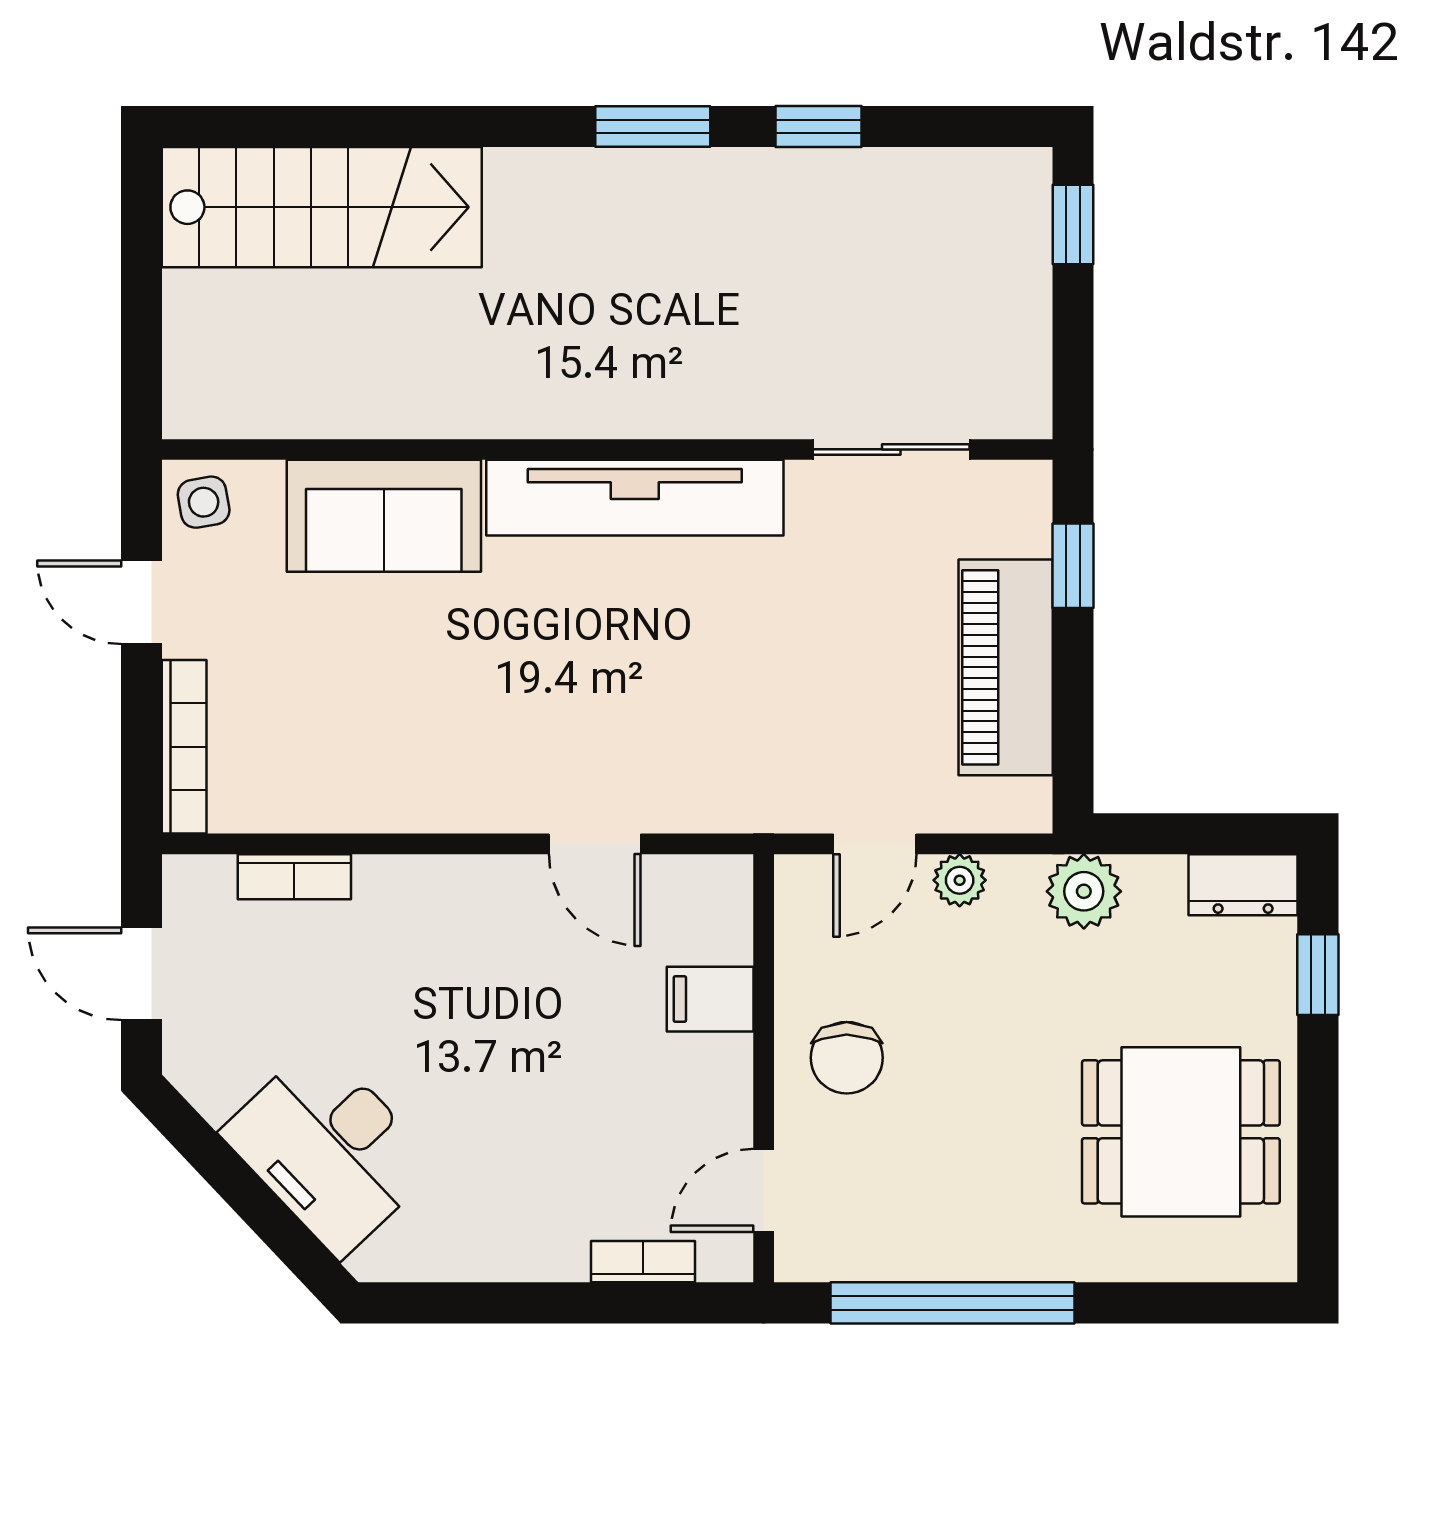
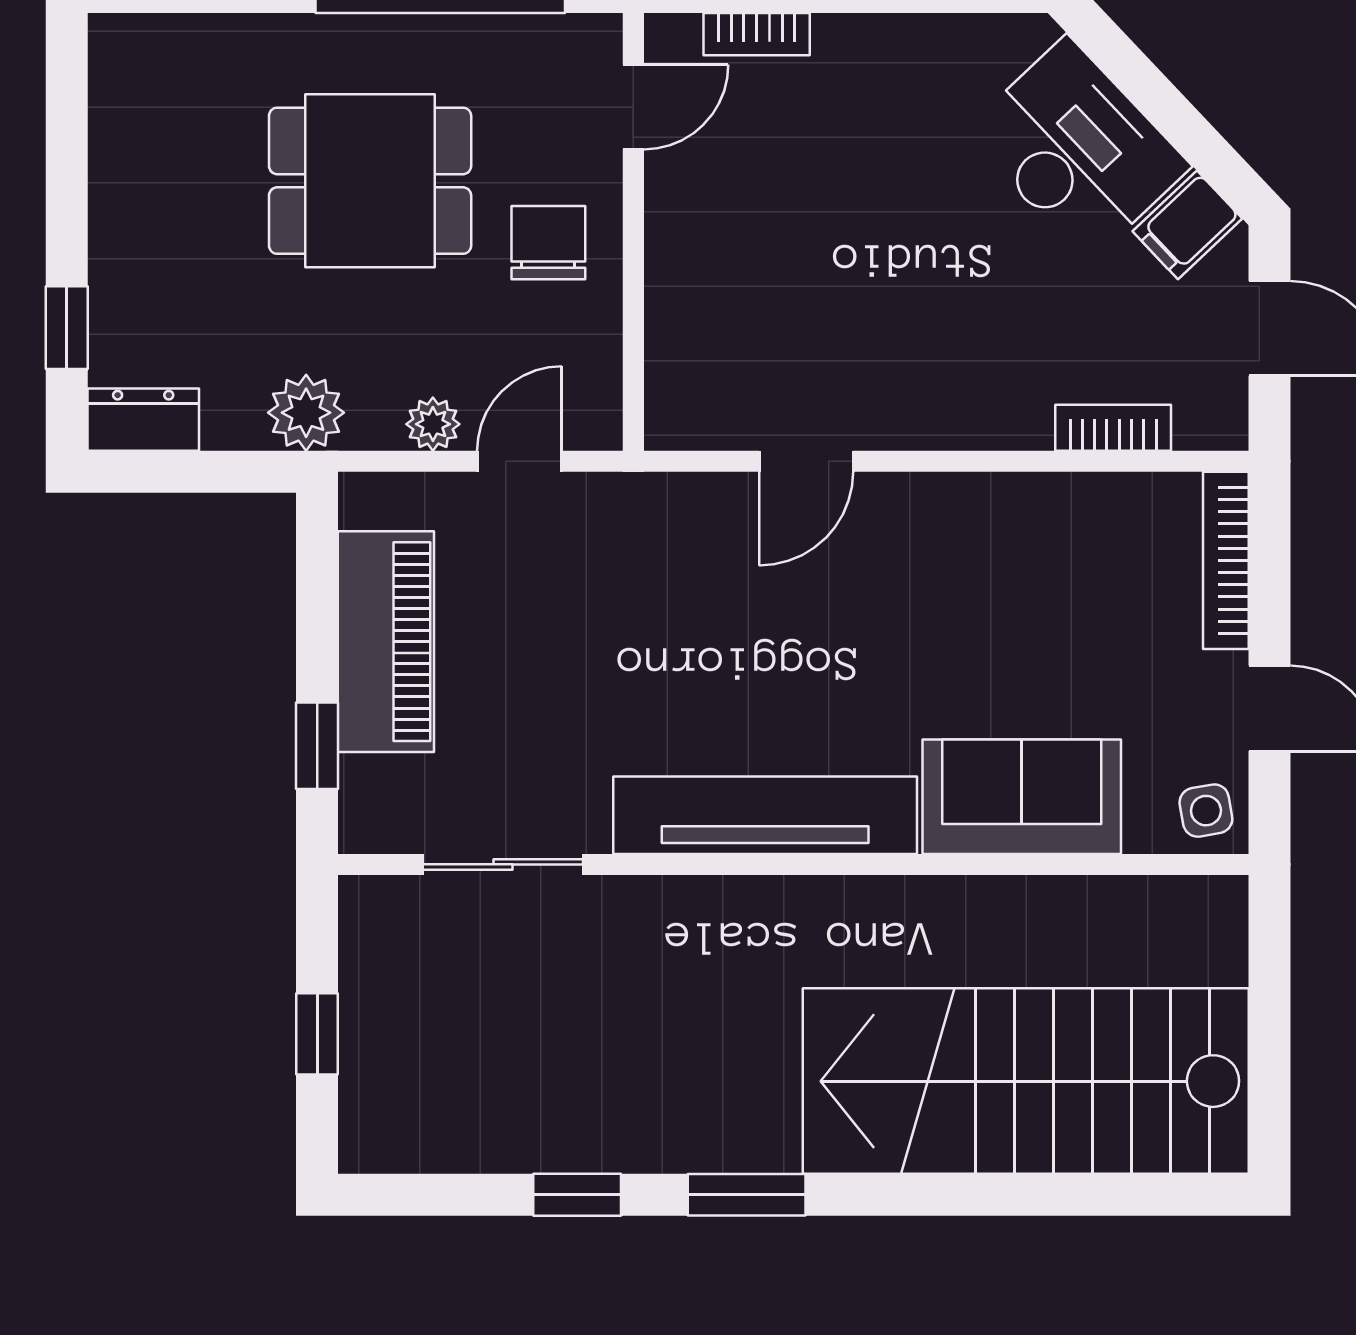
stairs: (322, 207) -> (1026, 1081), width x1.36, depth x1.51
window: (1073, 225) -> (317, 1034), moved
door: (595, 844) -> (806, 461), swing flipped
filing cabinet: (710, 999) -> (1187, 225), moved, turned 137
dining table: (1181, 1132) -> (370, 181), moved

